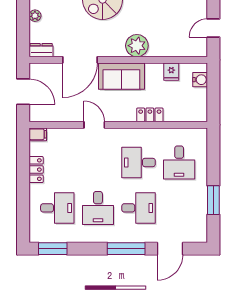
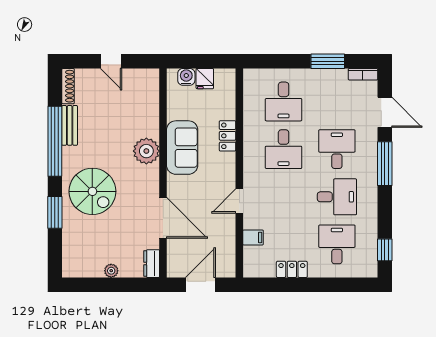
door: (213, 28) -> (111, 61), moved
fridge: (171, 72) -> (205, 79), moved, turned 90
sofa: (121, 76) -> (182, 148), moved
filing cabinet: (38, 134) -> (253, 237), moved, turned 90
desk: (179, 162) -> (284, 101), turned 90
bookcase: (202, 230) -> (363, 74), added
window: (53, 249) -> (385, 250), width x0.67

